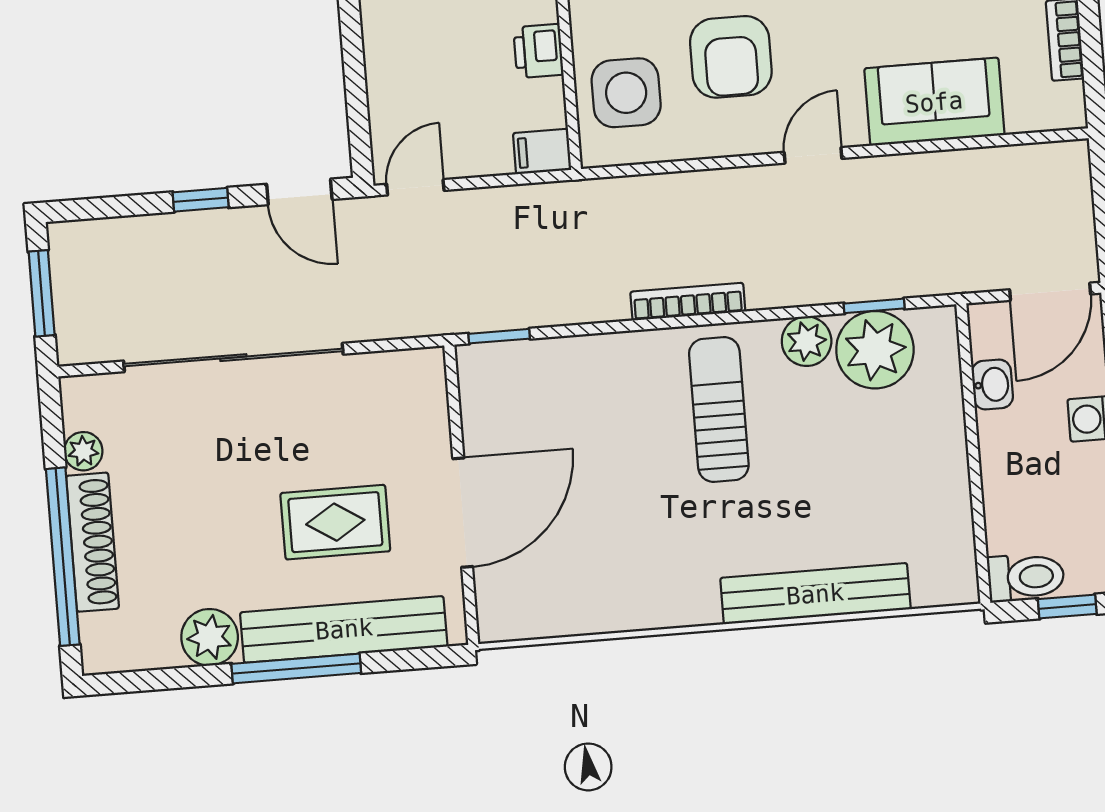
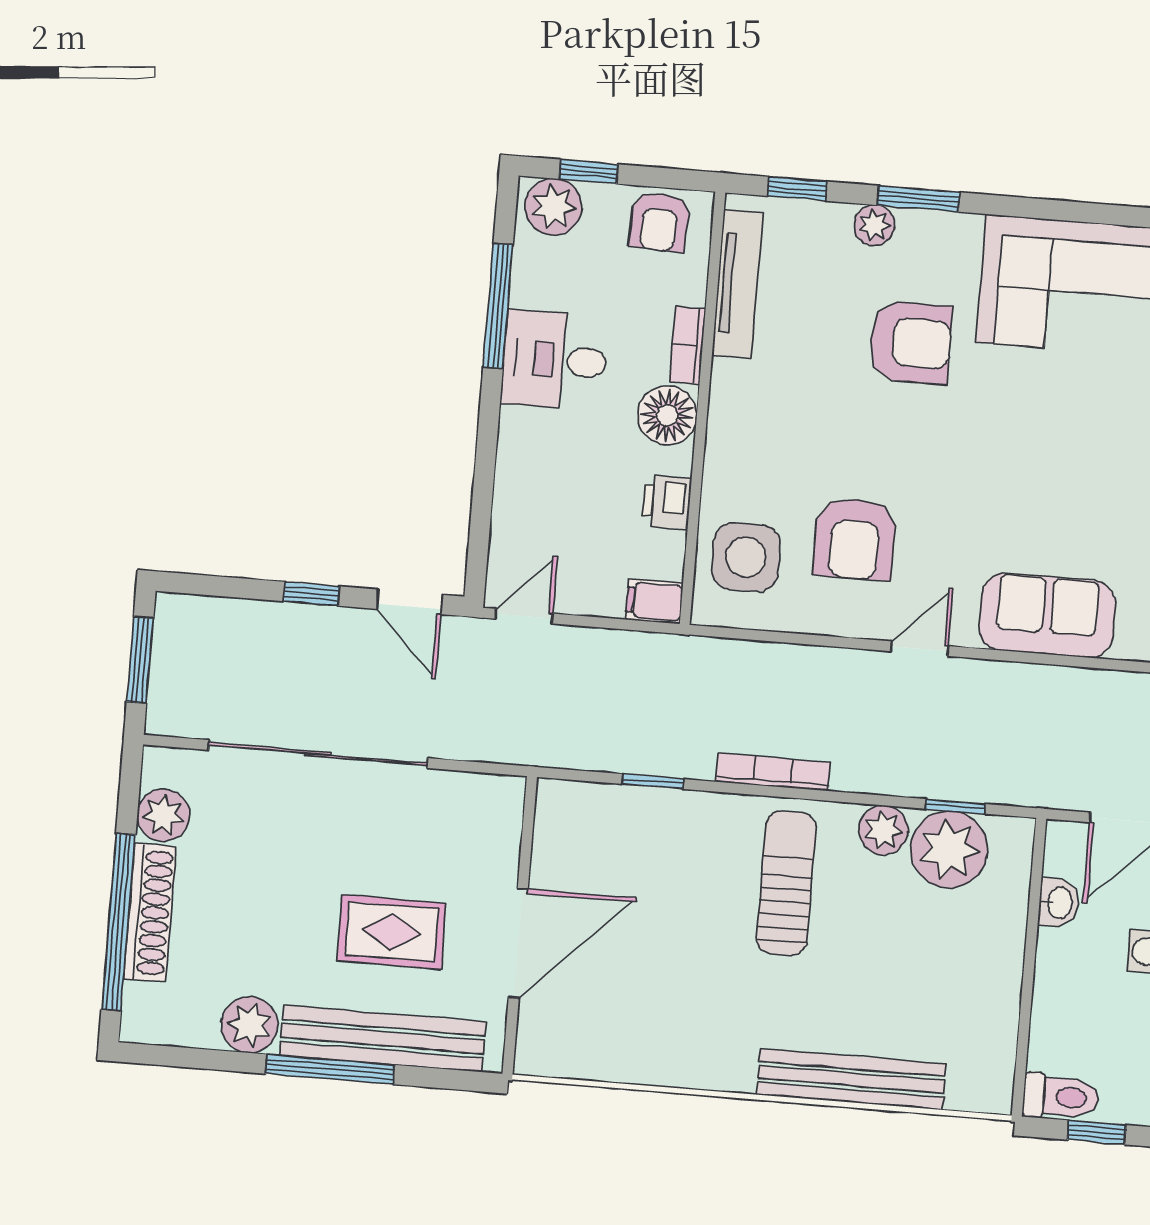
window: (499, 336) -> (653, 782), moved
plant: (83, 451) -> (163, 815), width x1.38, depth x1.38

